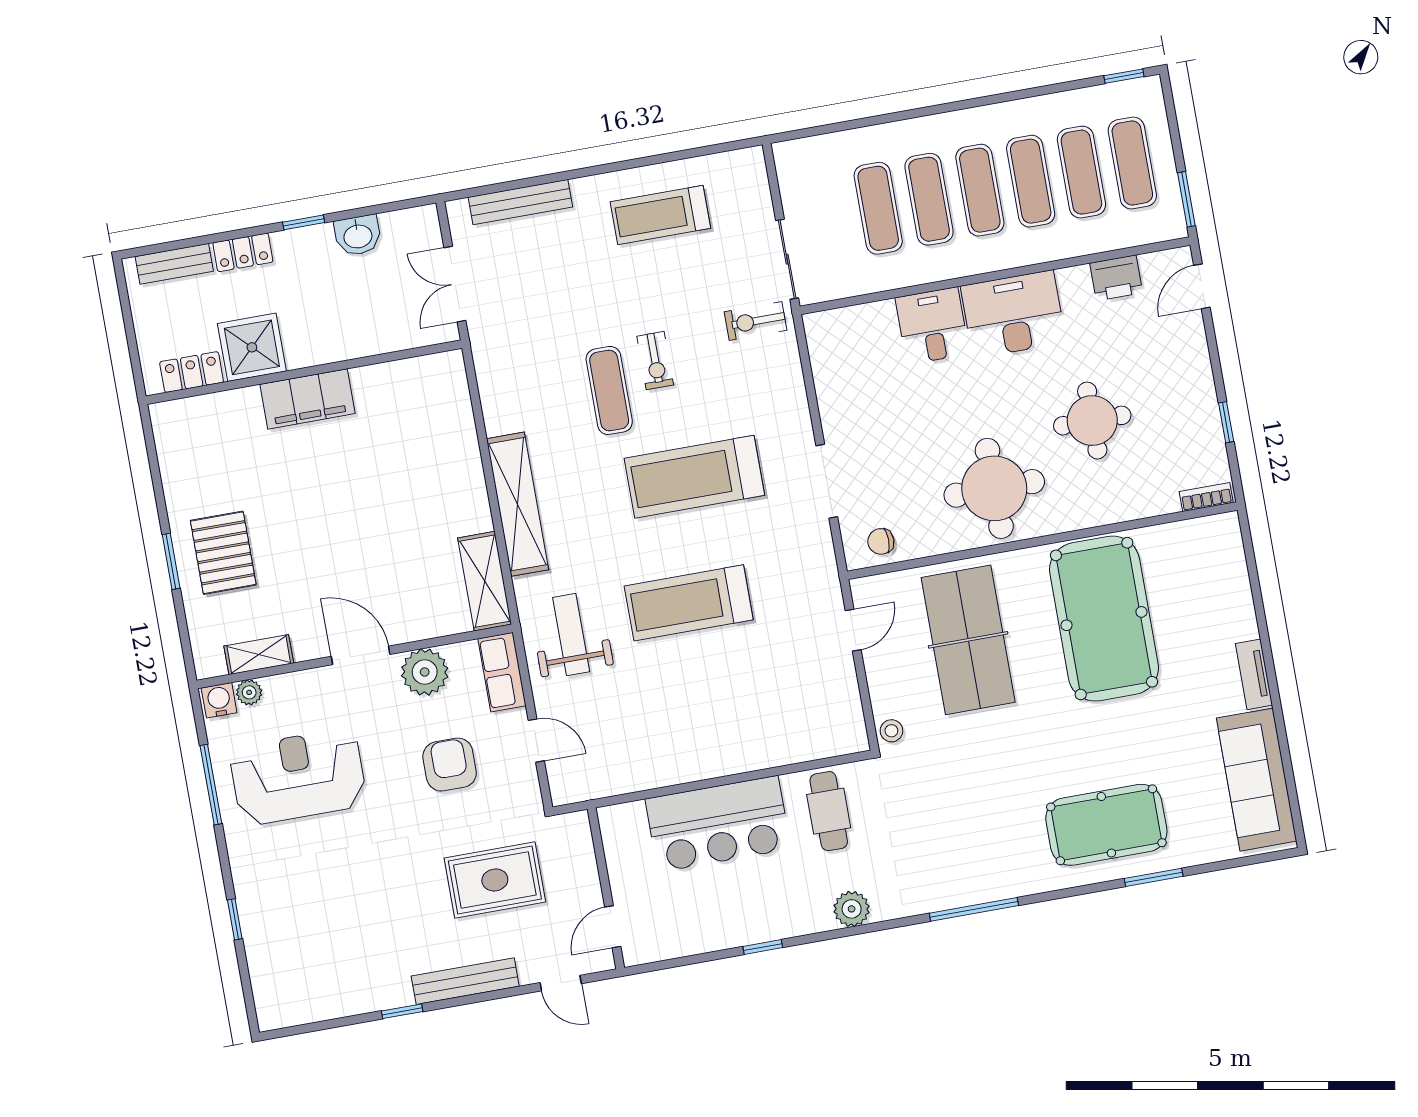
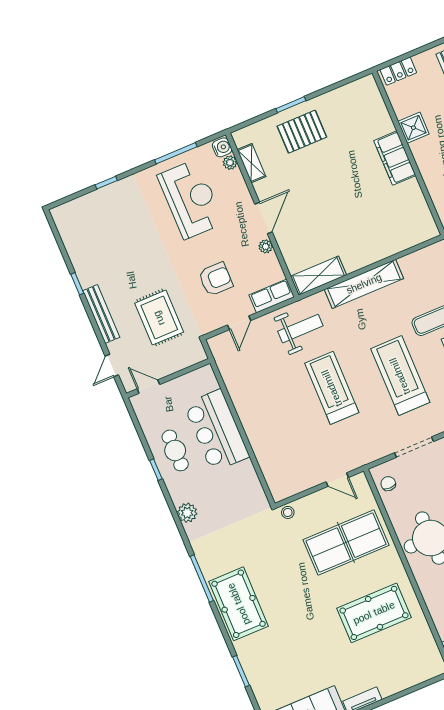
shower: (252, 347) -> (413, 128), width x0.73, depth x0.73
locker: (192, 372) -> (398, 71), moved, turned 90
pool table: (1104, 619) -> (374, 613), width x0.73, depth x0.76
plant: (425, 672) -> (266, 246), width x0.53, depth x0.53
cafe table: (829, 811) -> (175, 450), moved, turned 90
pool table: (1106, 825) -> (239, 604), moved

